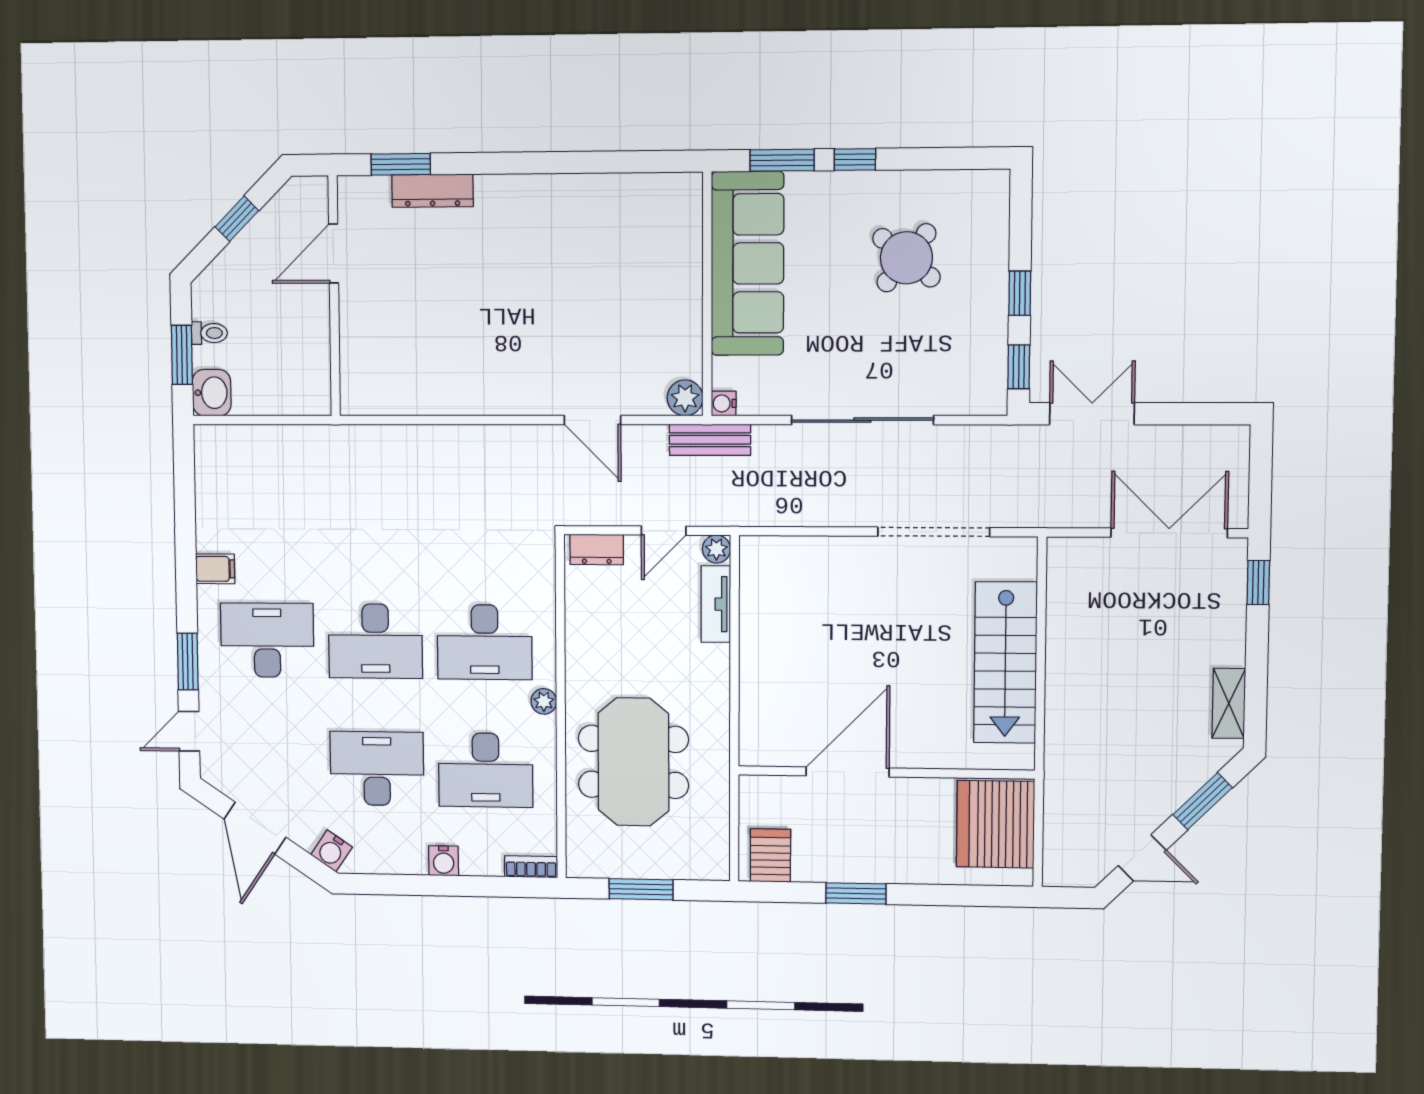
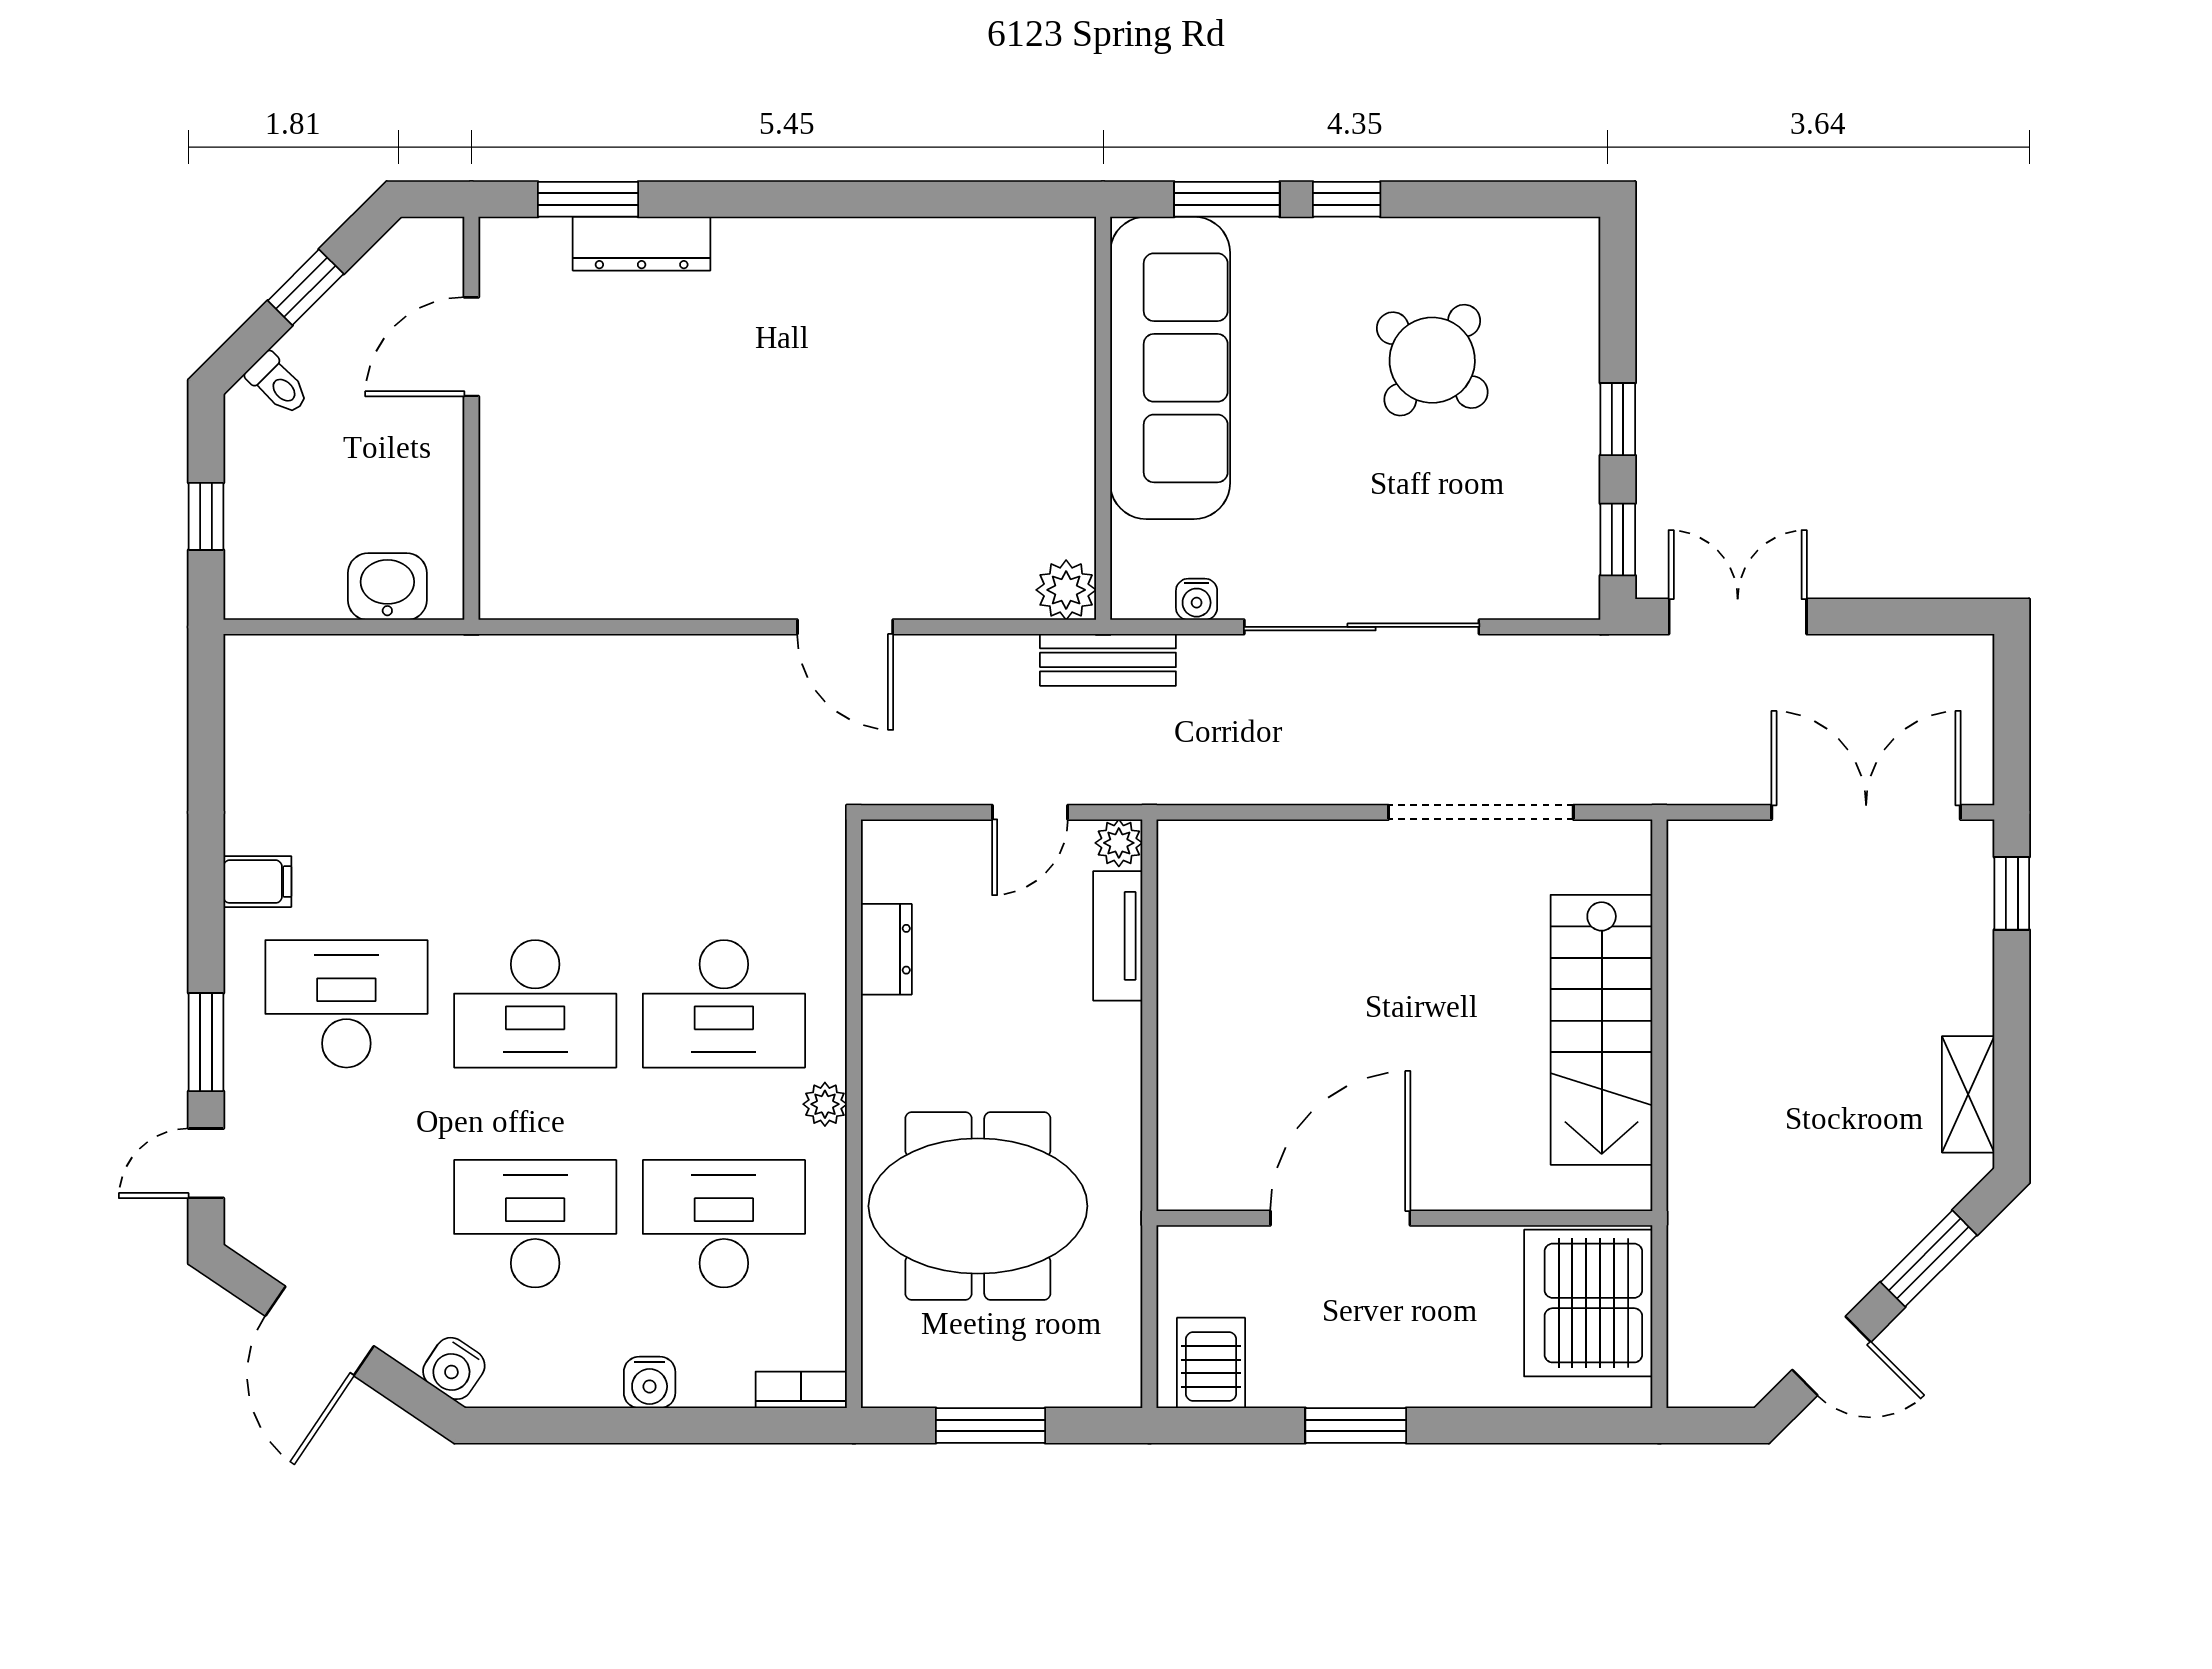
toilet: (209, 333) -> (278, 384), moved, turned 45
window: (182, 355) -> (206, 516), width x0.67
washbasin: (212, 393) -> (387, 587), moved, turned -90
water cooler: (724, 403) -> (1197, 599), moved, turned -90
door: (593, 420) -> (845, 627), moved
dresser: (597, 550) -> (886, 949), moved, turned -90
meeting table: (633, 762) -> (978, 1206), turned 90
desk: (486, 770) -> (724, 1224), turned 180

